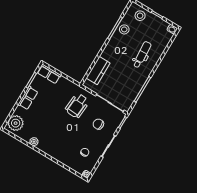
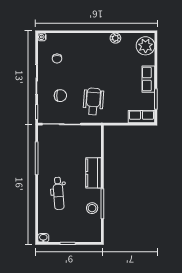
stool: (140, 16) -> (84, 232), removed
kitchen counter: (98, 70) -> (94, 173), moved

